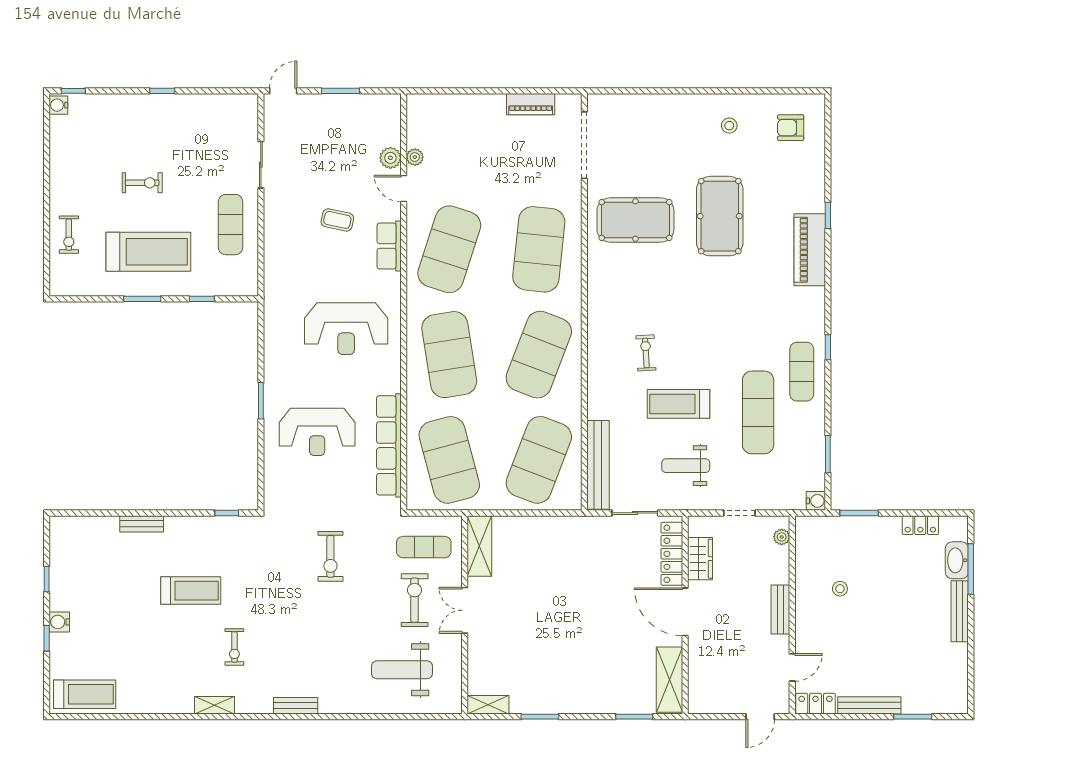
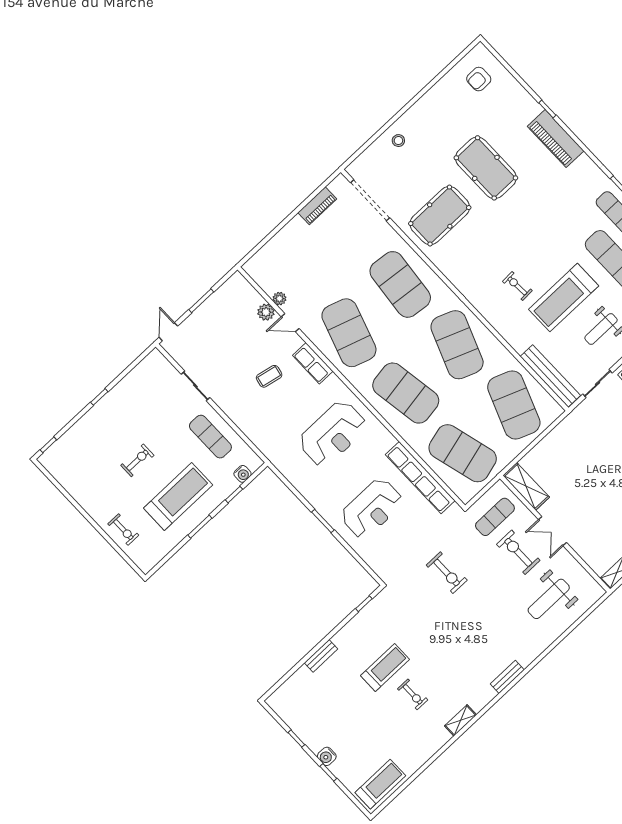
water cooler: (58, 105) -> (242, 474), moved, turned -90
stool: (729, 126) -> (398, 141), moved
treadmill: (679, 404) -> (564, 298), width x1.37, depth x1.38
exercise bike: (234, 647) -> (413, 694), moved

